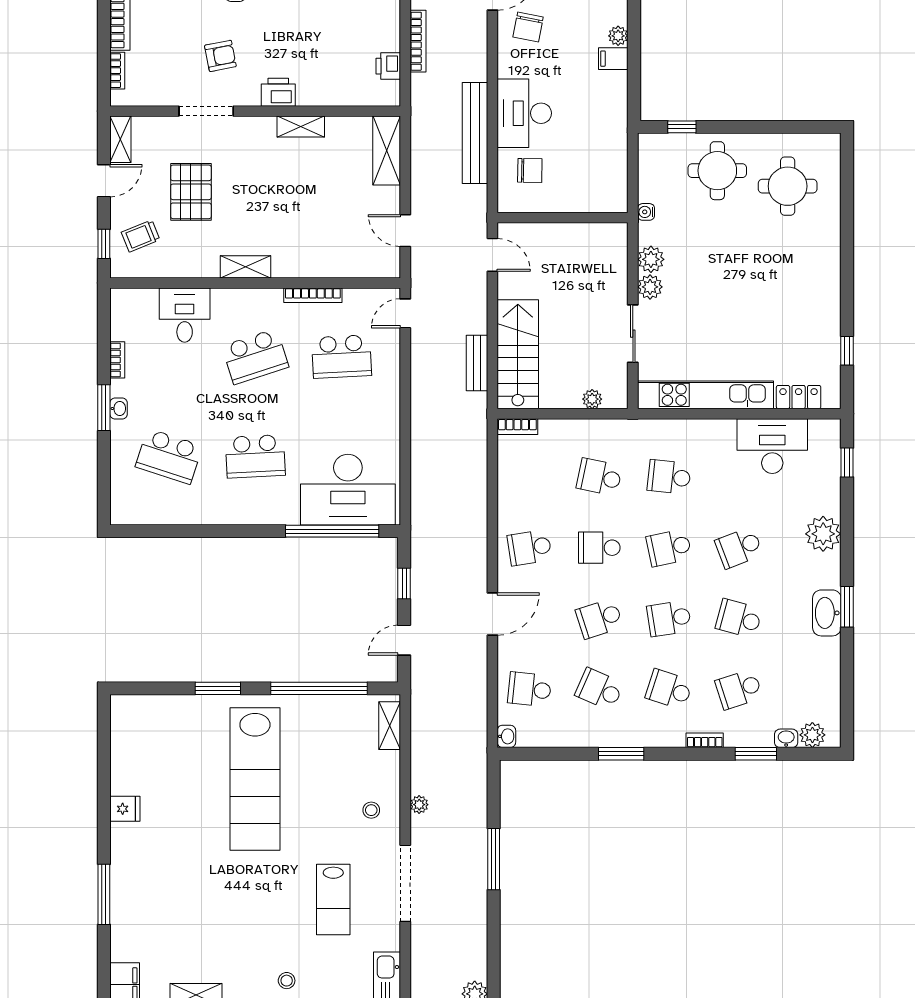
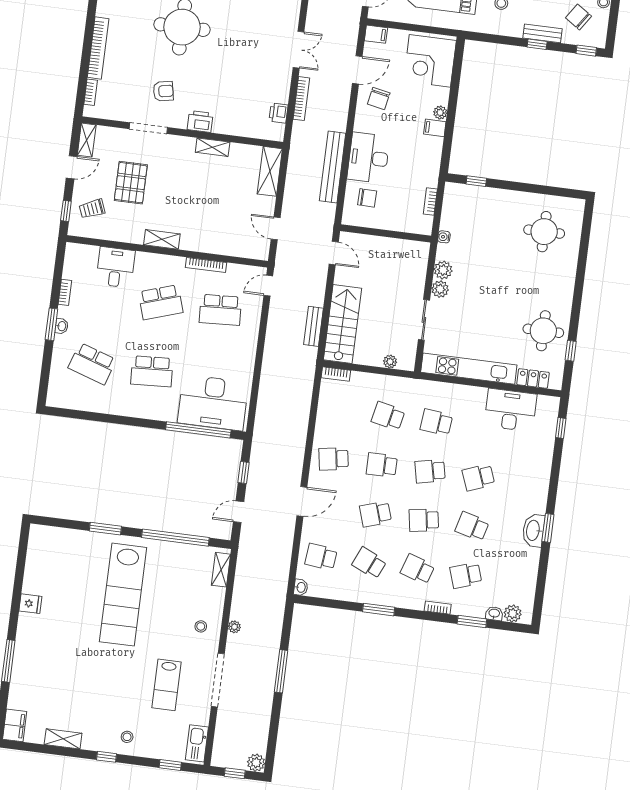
bookcase: (620, 164) -> (430, 202), added
round table: (717, 171) -> (543, 331), moved
plant: (823, 534) -> (538, 475), removed

